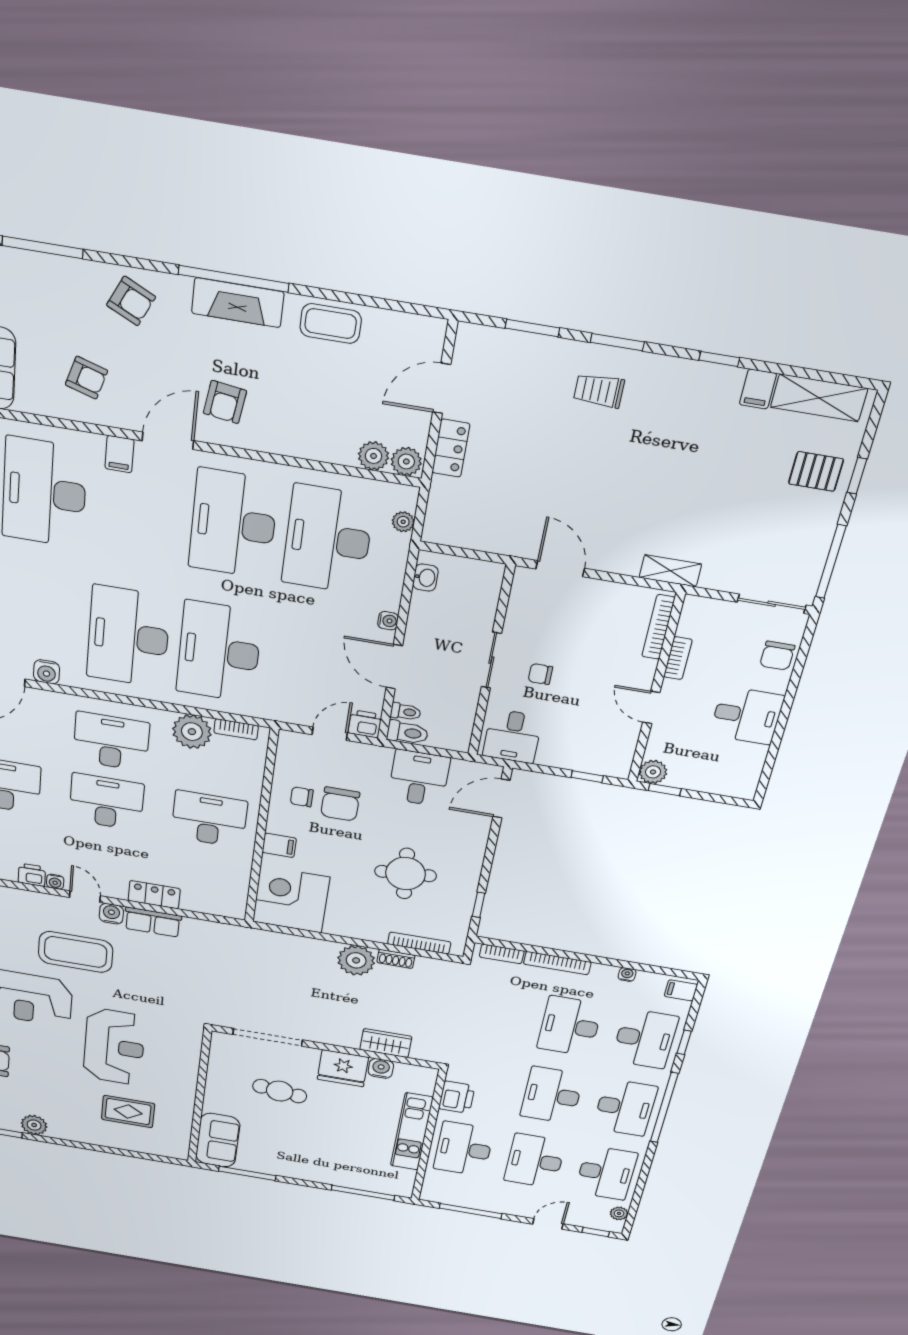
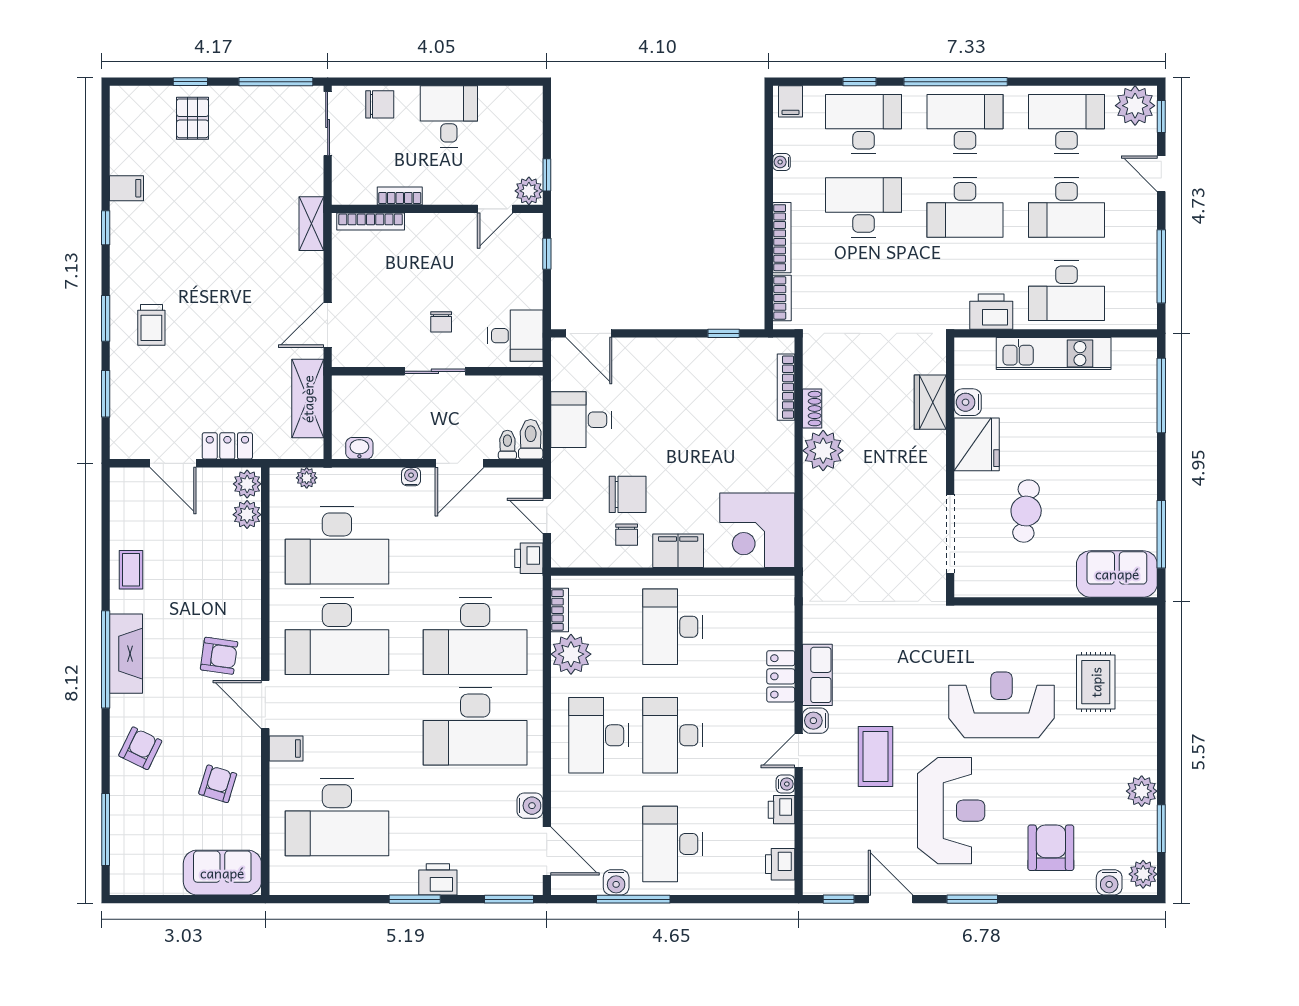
coffee table: (331, 324) -> (131, 570), width x0.73, depth x0.77
shelving: (819, 398) -> (308, 399), moved
door: (651, 707) -> (495, 209), moved
printer: (365, 724) -> (529, 558), moved
filing cabinet: (279, 845) -> (678, 551), width x2.00
round table: (406, 874) -> (700, 415), removed
coffee table: (76, 952) -> (876, 757), width x0.73, depth x0.76
desk: (570, 1026) -> (864, 207), turned 180
plant: (619, 1213) -> (1135, 106), width x1.87, depth x1.87

